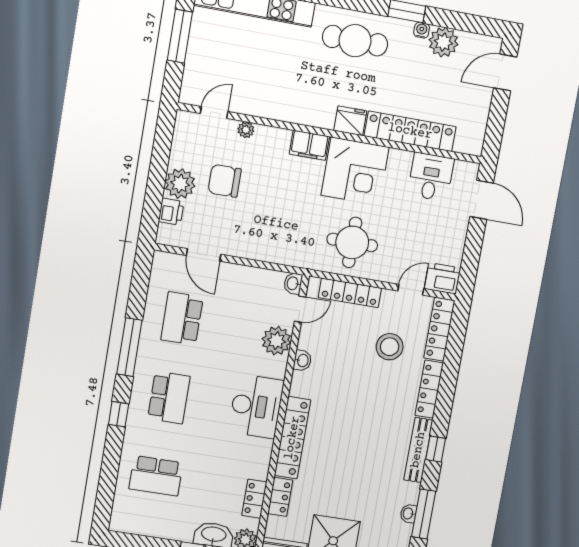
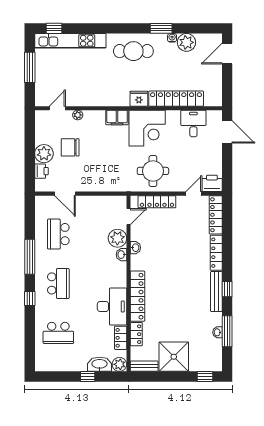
washbasin: (293, 283) -> (121, 255), moved
stool: (390, 347) -> (187, 231), removed
desk: (256, 406) -> (112, 307), moved

